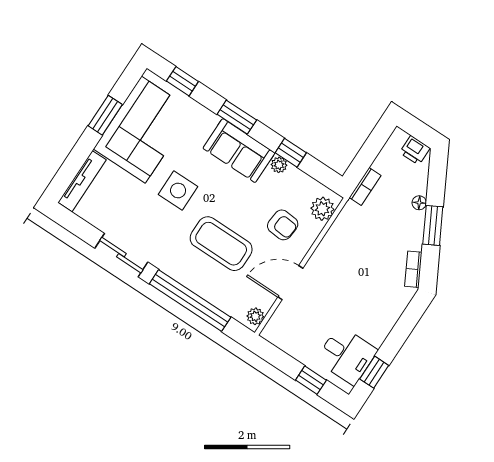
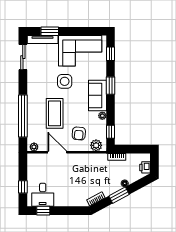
window: (105, 115) -> (50, 31), moved
window: (291, 153) -> (111, 132), moved
sliding door: (121, 255) -> (23, 57), moved

